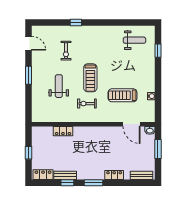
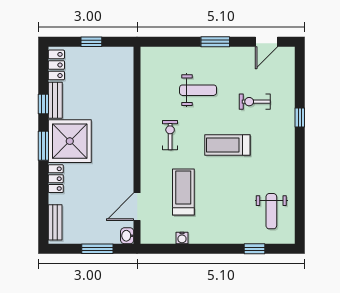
treadmill: (90, 78) -> (227, 145), moved
locker: (63, 131) -> (126, 97), removed
shower: (91, 166) -> (70, 141), added

